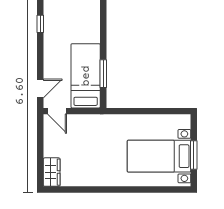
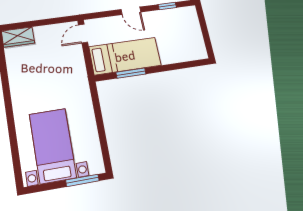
door: (40, 88) -> (131, 11), moved
window: (194, 155) -> (82, 180), moved

